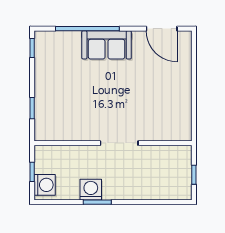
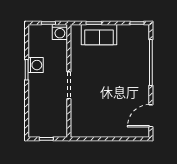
sofa: (107, 45) -> (99, 35), moved, turned -90
washing machine: (45, 185) -> (60, 32), moved

